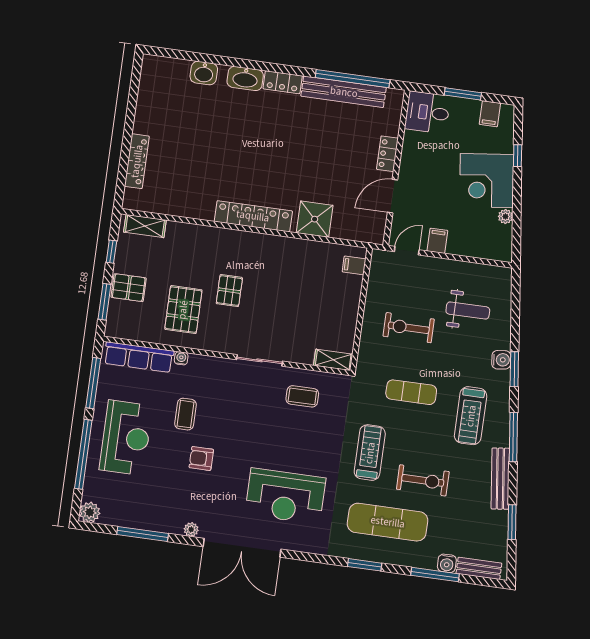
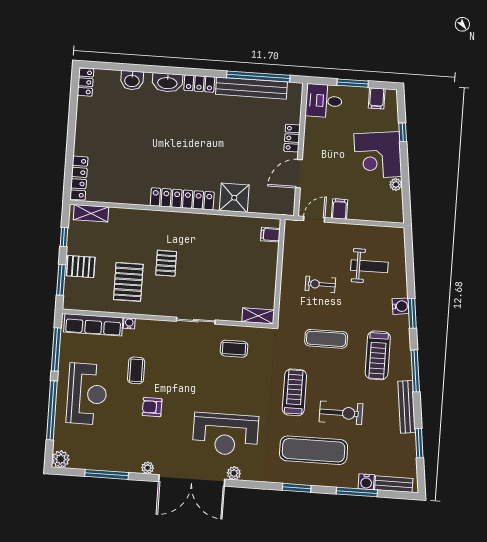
locker: (149, 71) -> (85, 82), added
locker: (137, 161) -> (79, 178), moved
exercise bike: (409, 328) -> (320, 284), width x0.73, depth x0.72
plant: (292, 543) -> (234, 473), added

